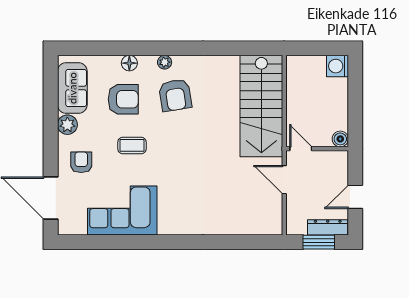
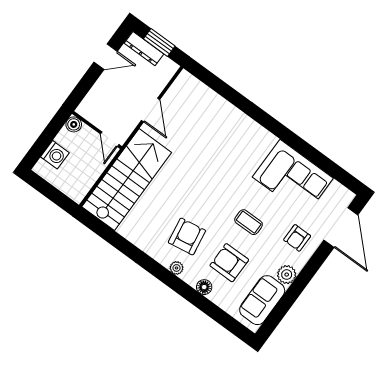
washing machine: (337, 66) -> (55, 155), moved
boiler: (340, 139) -> (74, 124), moved
door: (301, 149) -> (110, 139), moved
wall: (317, 149) -> (97, 130), moved

